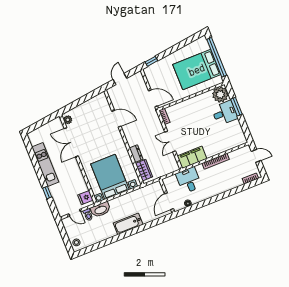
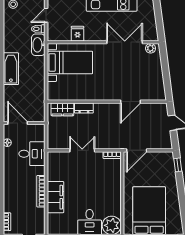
filing cabinet: (192, 157) -> (55, 197), moved
bed with nightstands: (110, 177) -> (70, 62), width x0.73
fridge: (85, 198) -> (78, 34), moved

